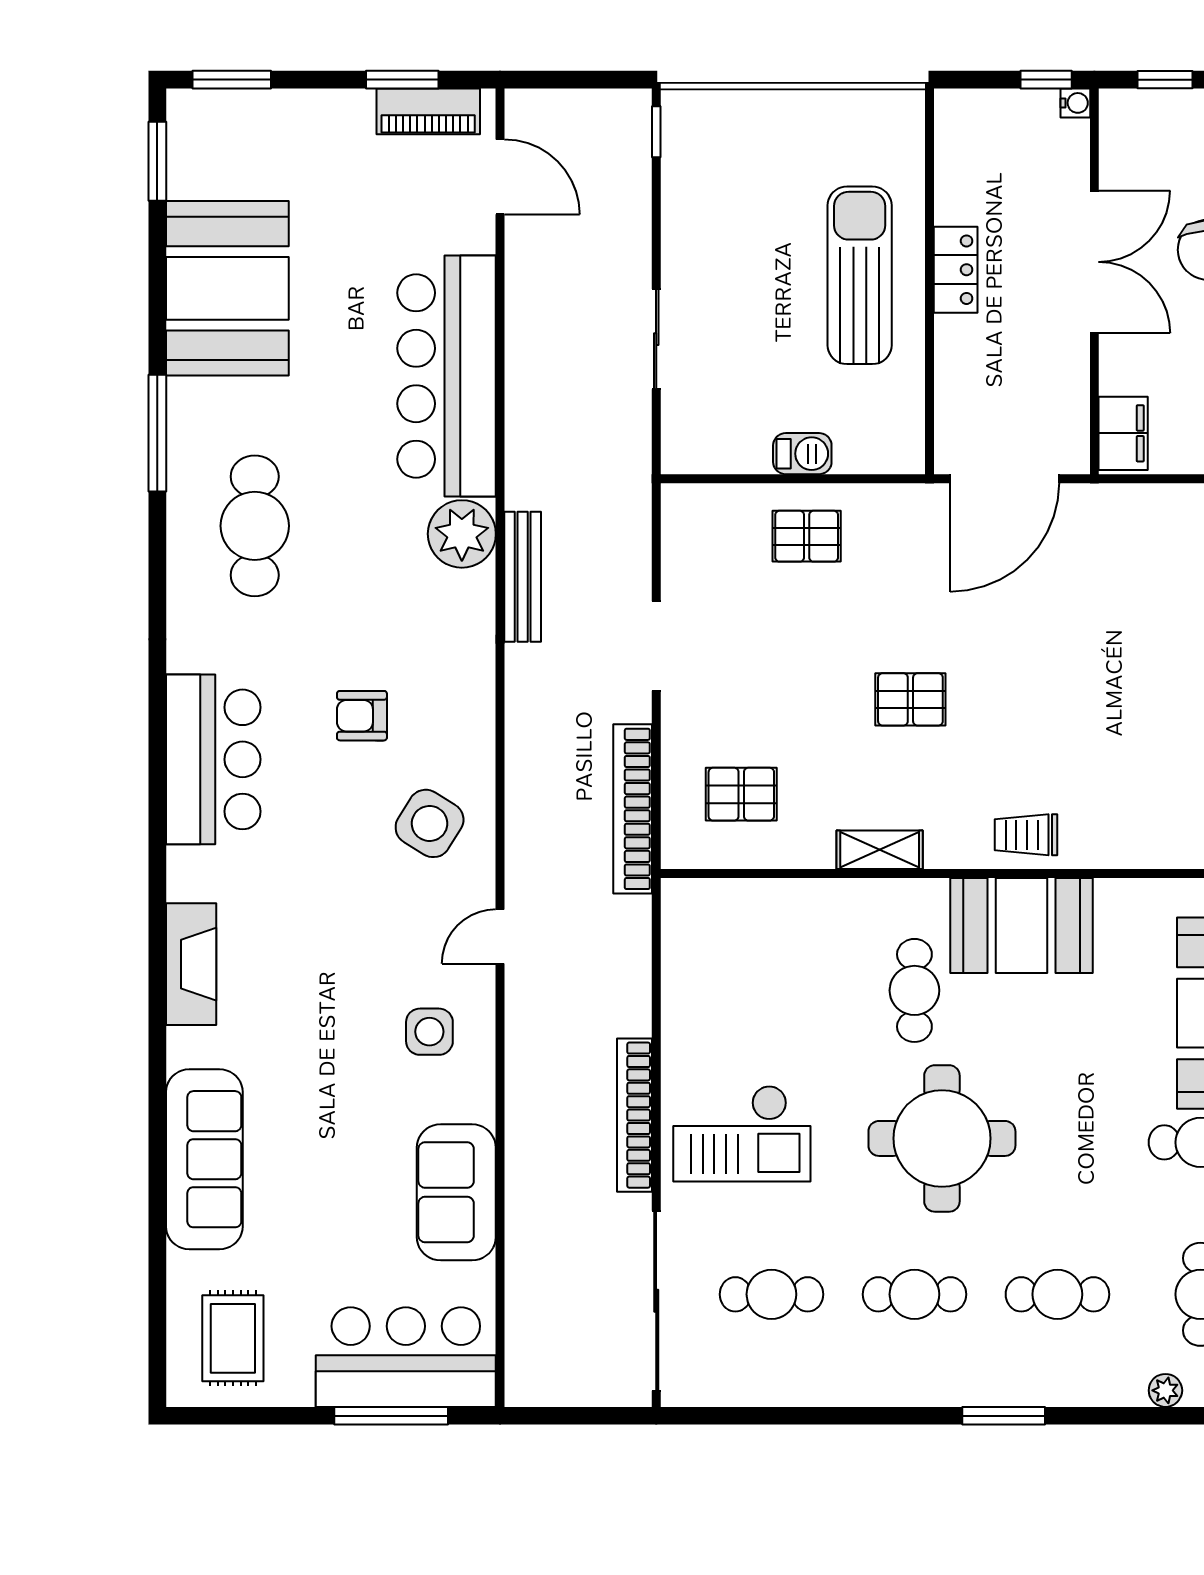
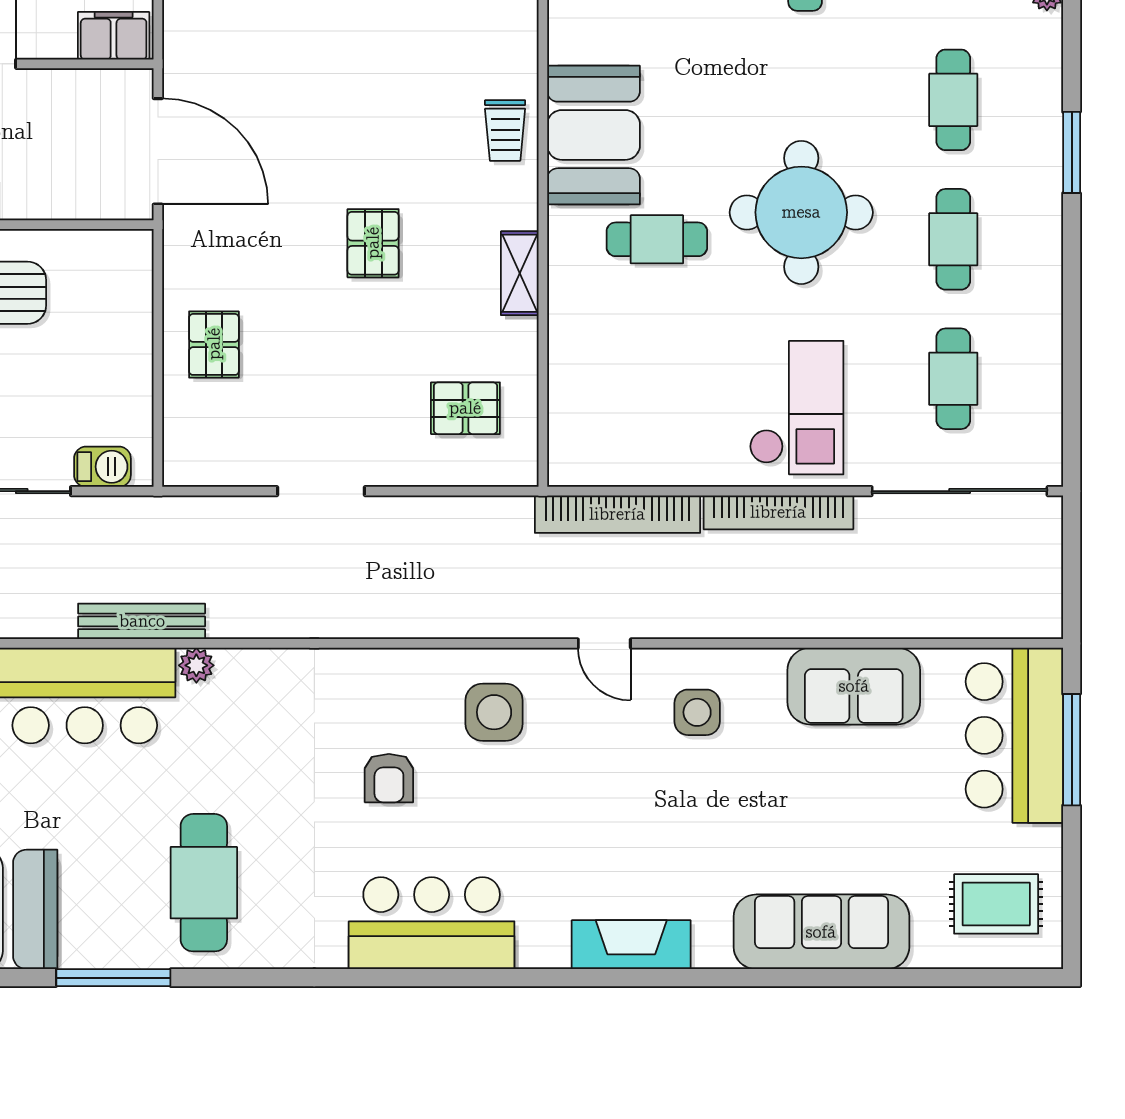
barbecue: (802, 454) -> (102, 467), moved, turned 90
cafe table: (255, 526) -> (204, 883), turned 90
plant: (462, 534) -> (196, 665), width x0.53, depth x0.53
bench: (523, 577) -> (142, 621), moved
pallet: (741, 794) -> (465, 408), turned 90
bookcase: (633, 809) -> (617, 514), moved
side table: (430, 823) -> (494, 712), turned -32

